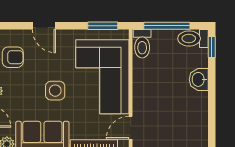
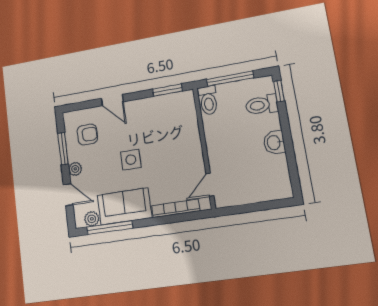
toilet: (193, 38) -> (262, 105), moved
corner sofa: (102, 77) -> (174, 139), removed
washbasin: (199, 79) -> (274, 143), moved

